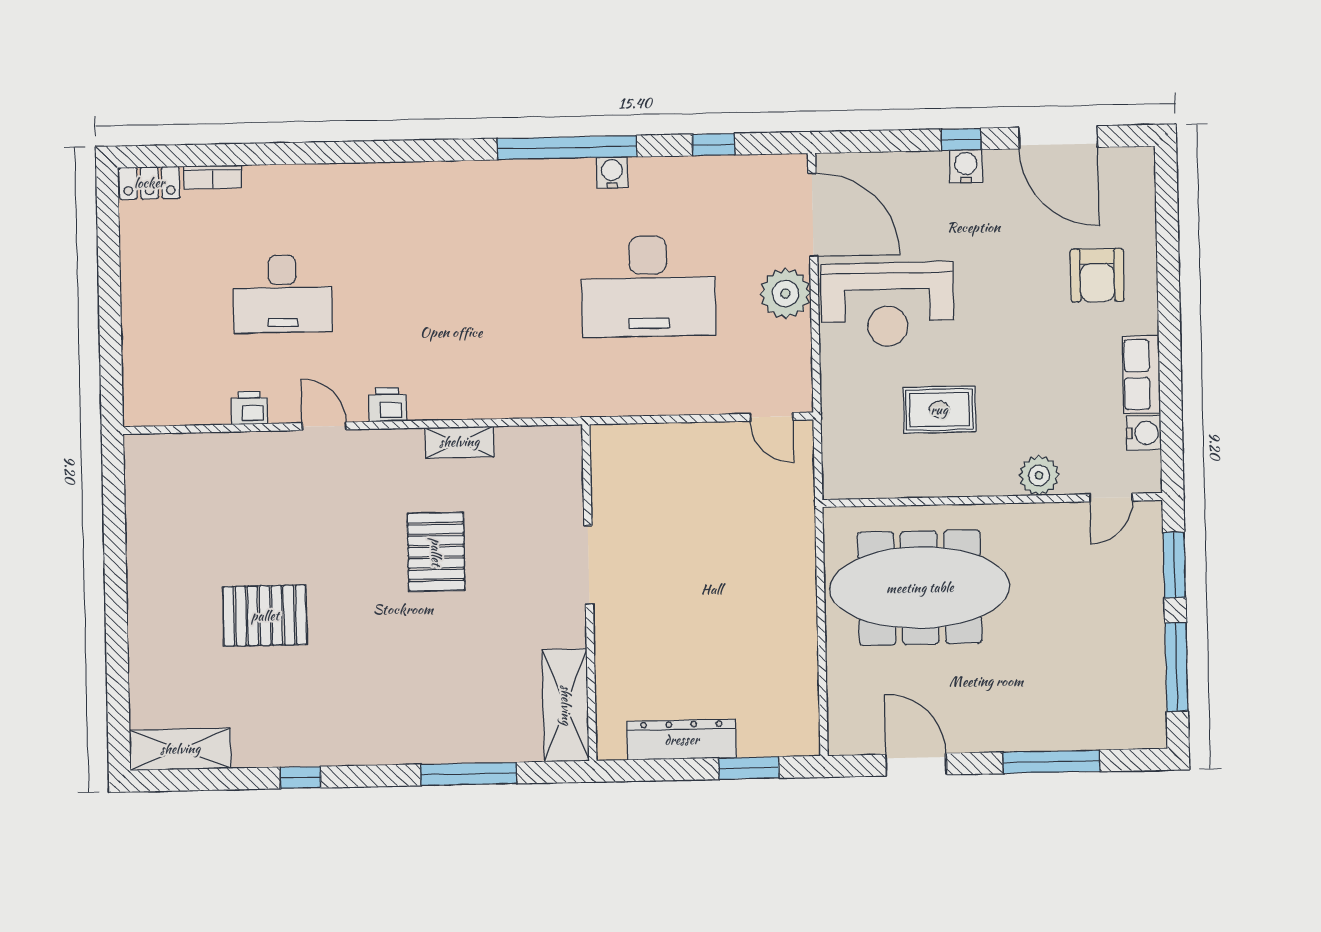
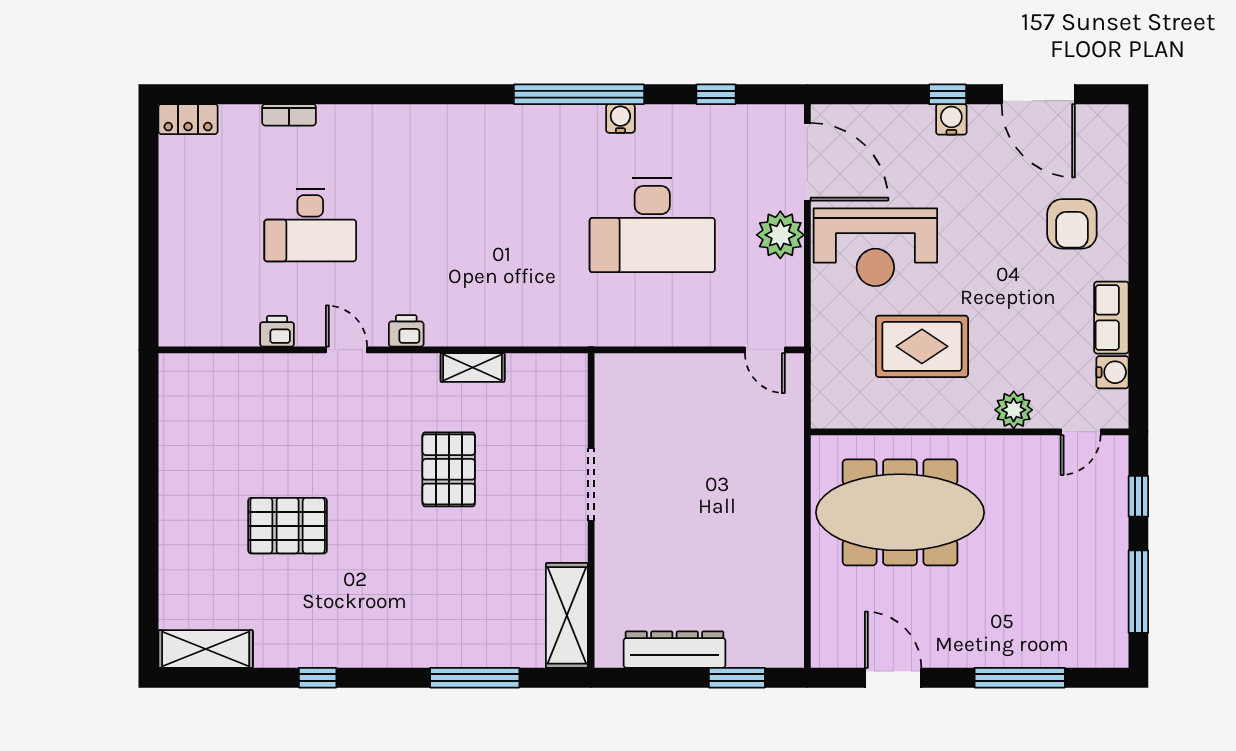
bookcase: (213, 177) -> (289, 115), moved
rug: (939, 410) -> (922, 346), width x1.36, depth x1.43
window: (1174, 565) -> (1138, 496), width x0.67

